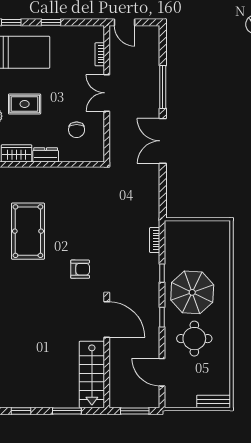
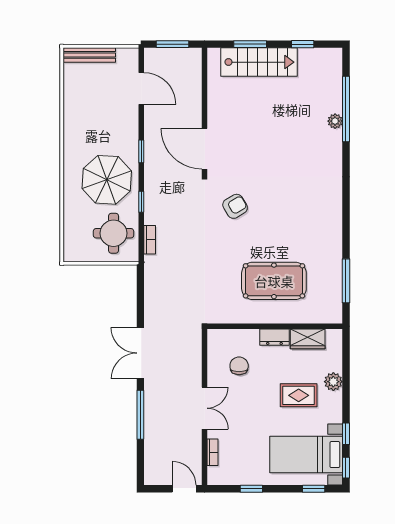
window: (51, 22) -> (251, 489), moved
double door: (163, 141) -> (140, 353), swing flipped
pool table: (28, 231) -> (274, 281), moved, turned 90
armchair: (80, 269) -> (235, 206), turned 149
round table: (194, 339) -> (114, 233), moved
stairs: (92, 375) -> (259, 62), moved, turned 90
bench: (214, 401) -> (89, 55), width x1.36

